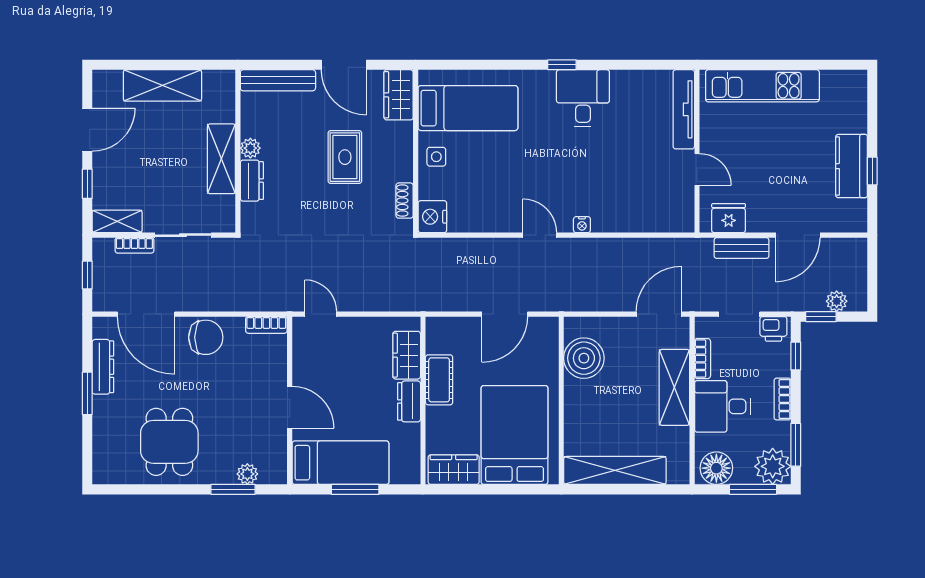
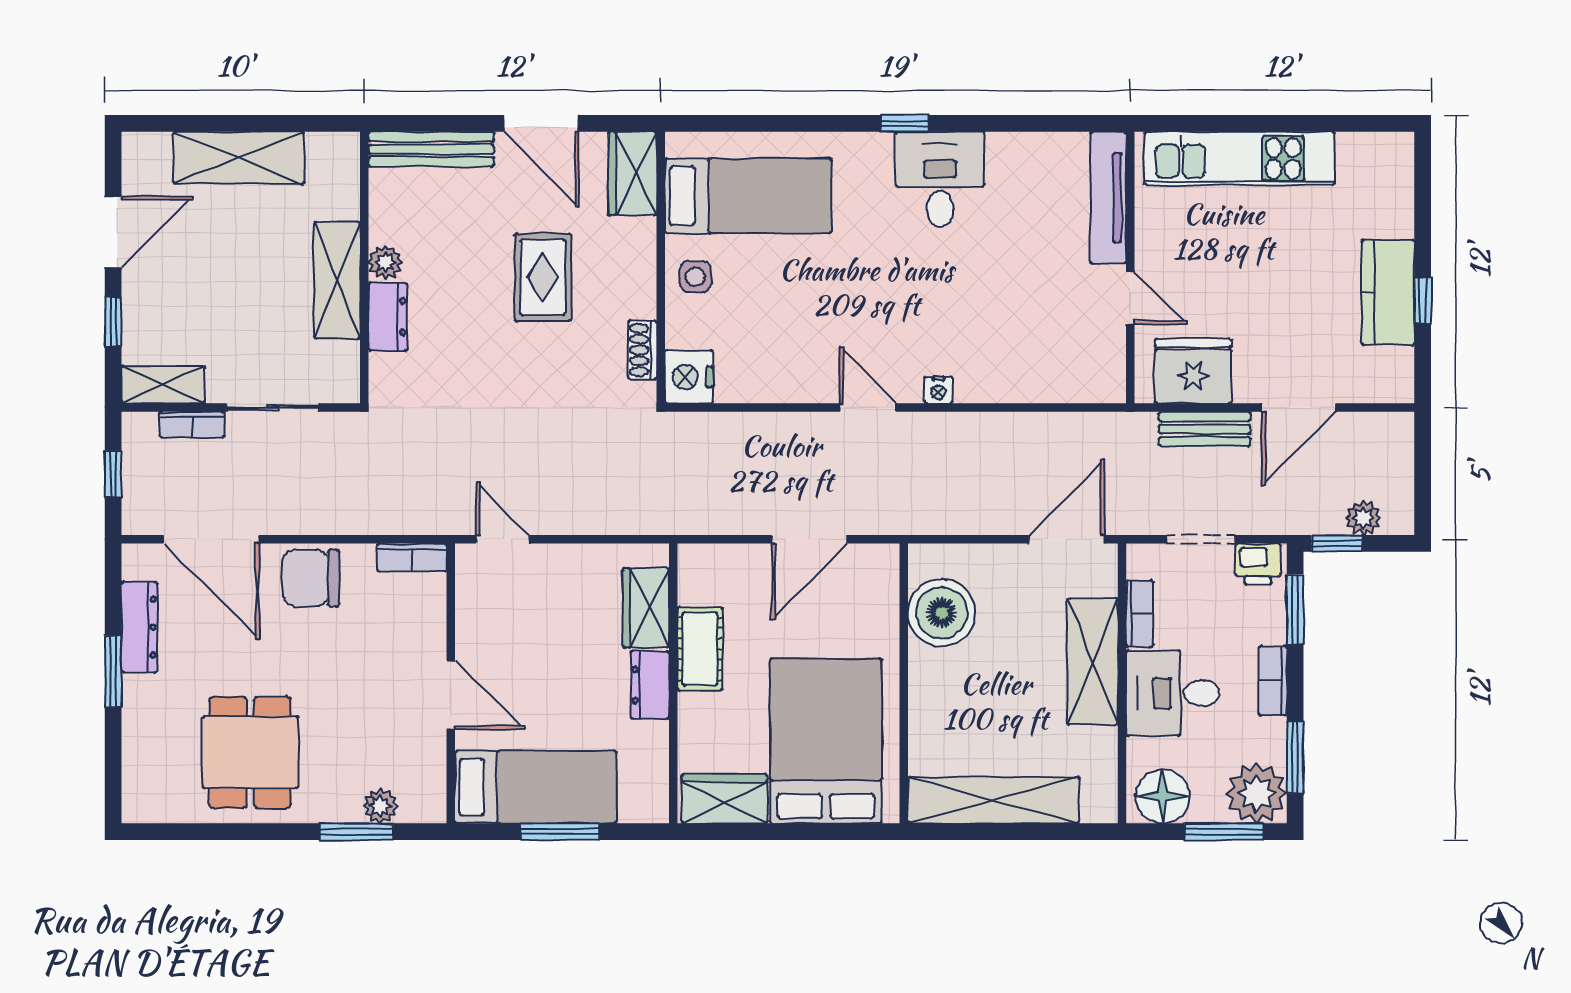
fridge: (729, 218) -> (1193, 371), width x1.36, depth x1.34
chair: (206, 337) -> (311, 578), turned 180
window: (796, 356) -> (1295, 609), width x1.50

